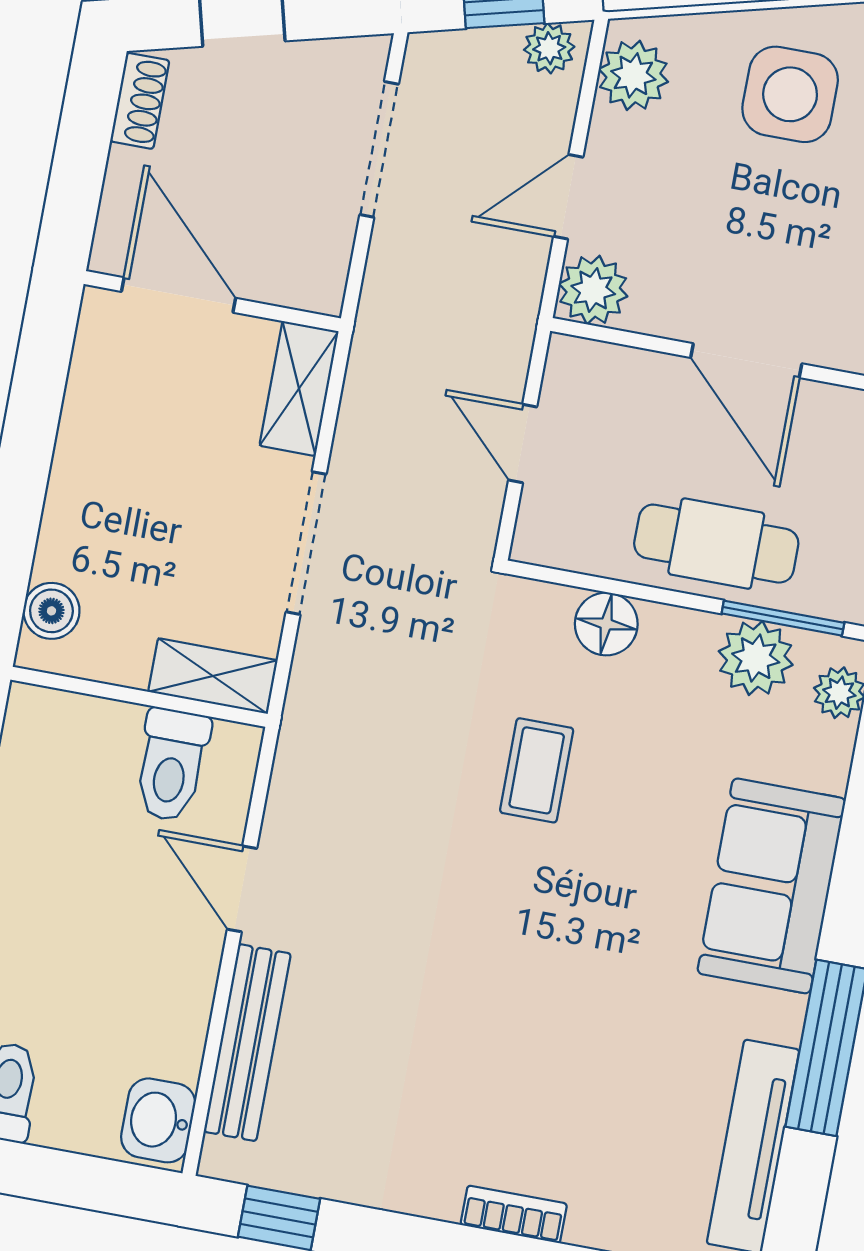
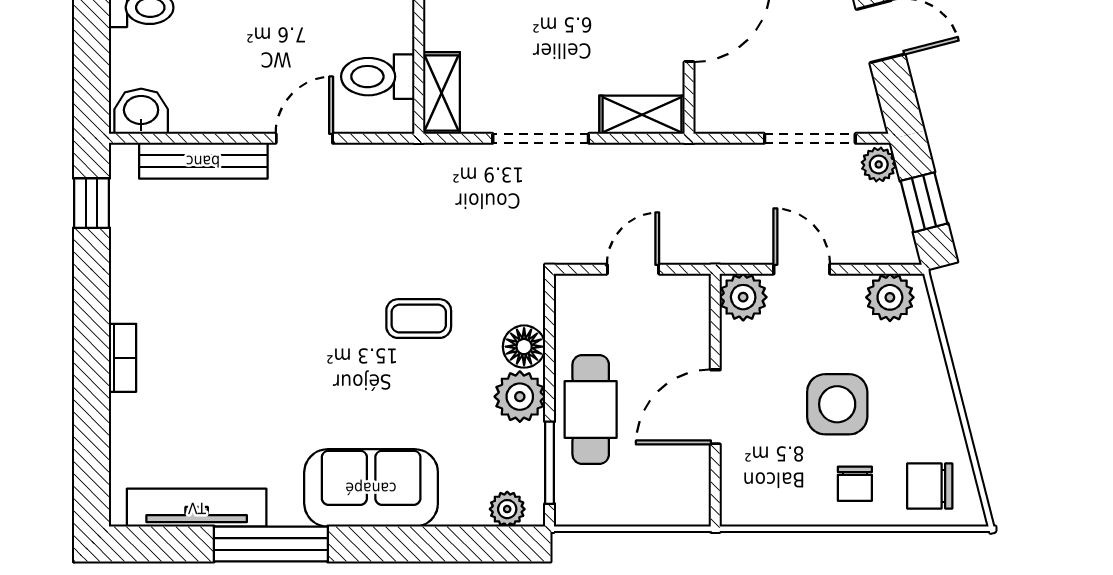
plant: (549, 48) -> (879, 164), moved
side table: (790, 94) -> (837, 404), moved
plant: (756, 658) -> (520, 397), moved

